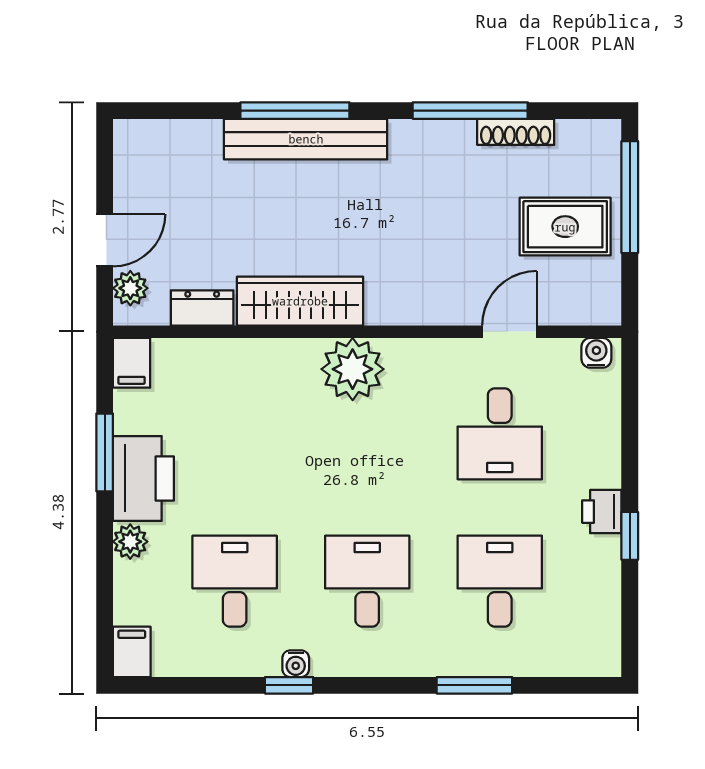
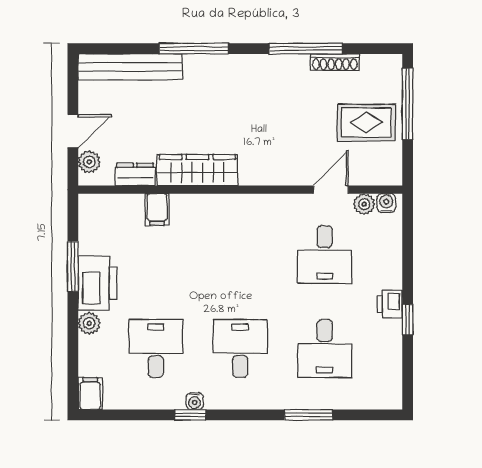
bench: (306, 139) -> (130, 67), moved
filing cabinet: (132, 363) -> (157, 209), moved
plant: (353, 369) -> (364, 204), moved, width x0.53, depth x0.53
desk: (500, 581) -> (325, 349), turned 180

